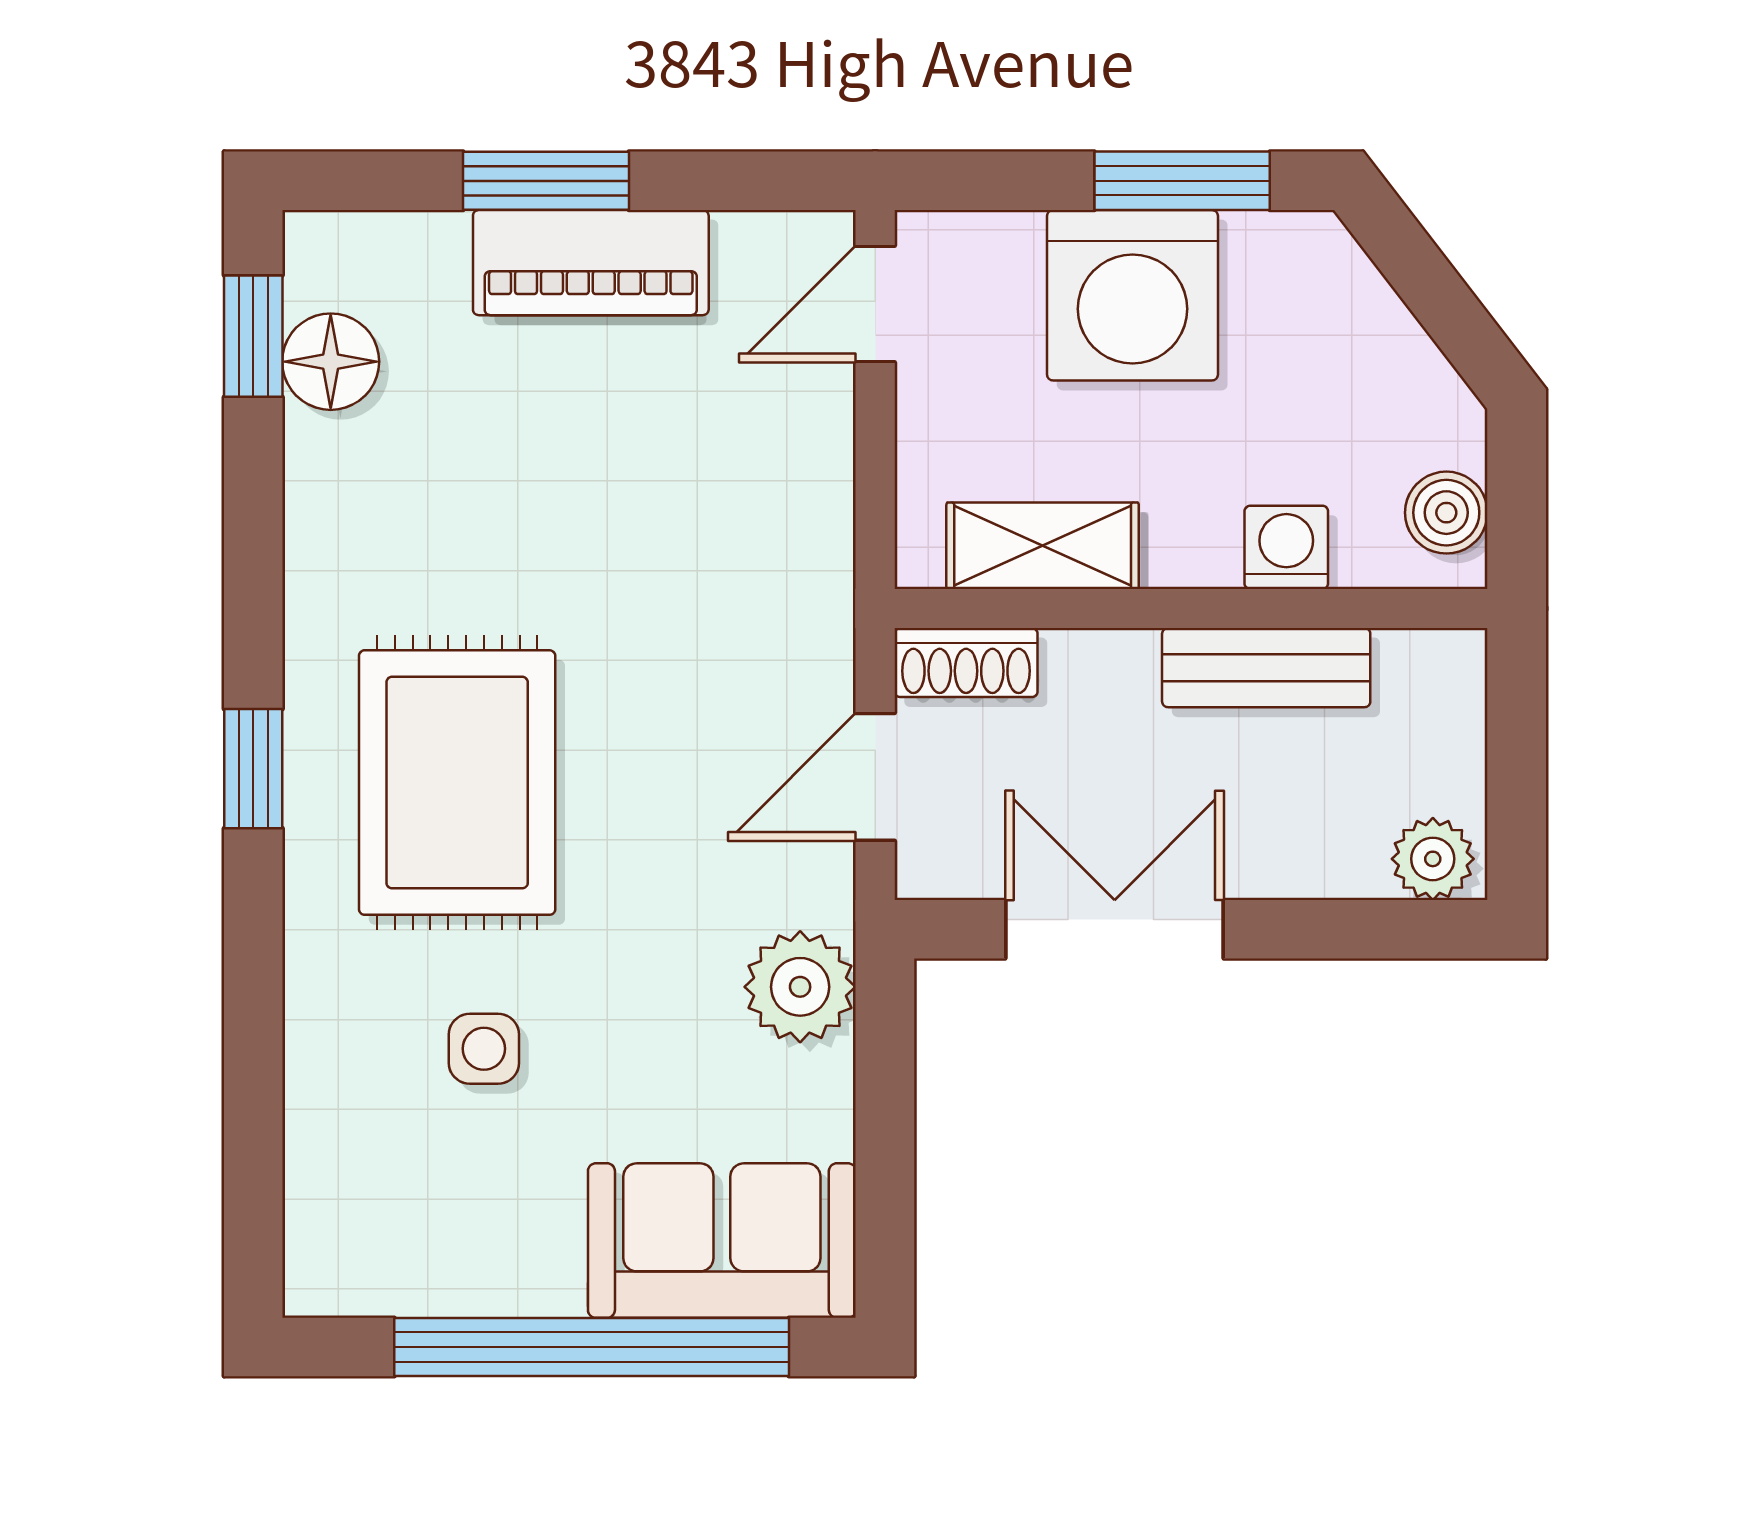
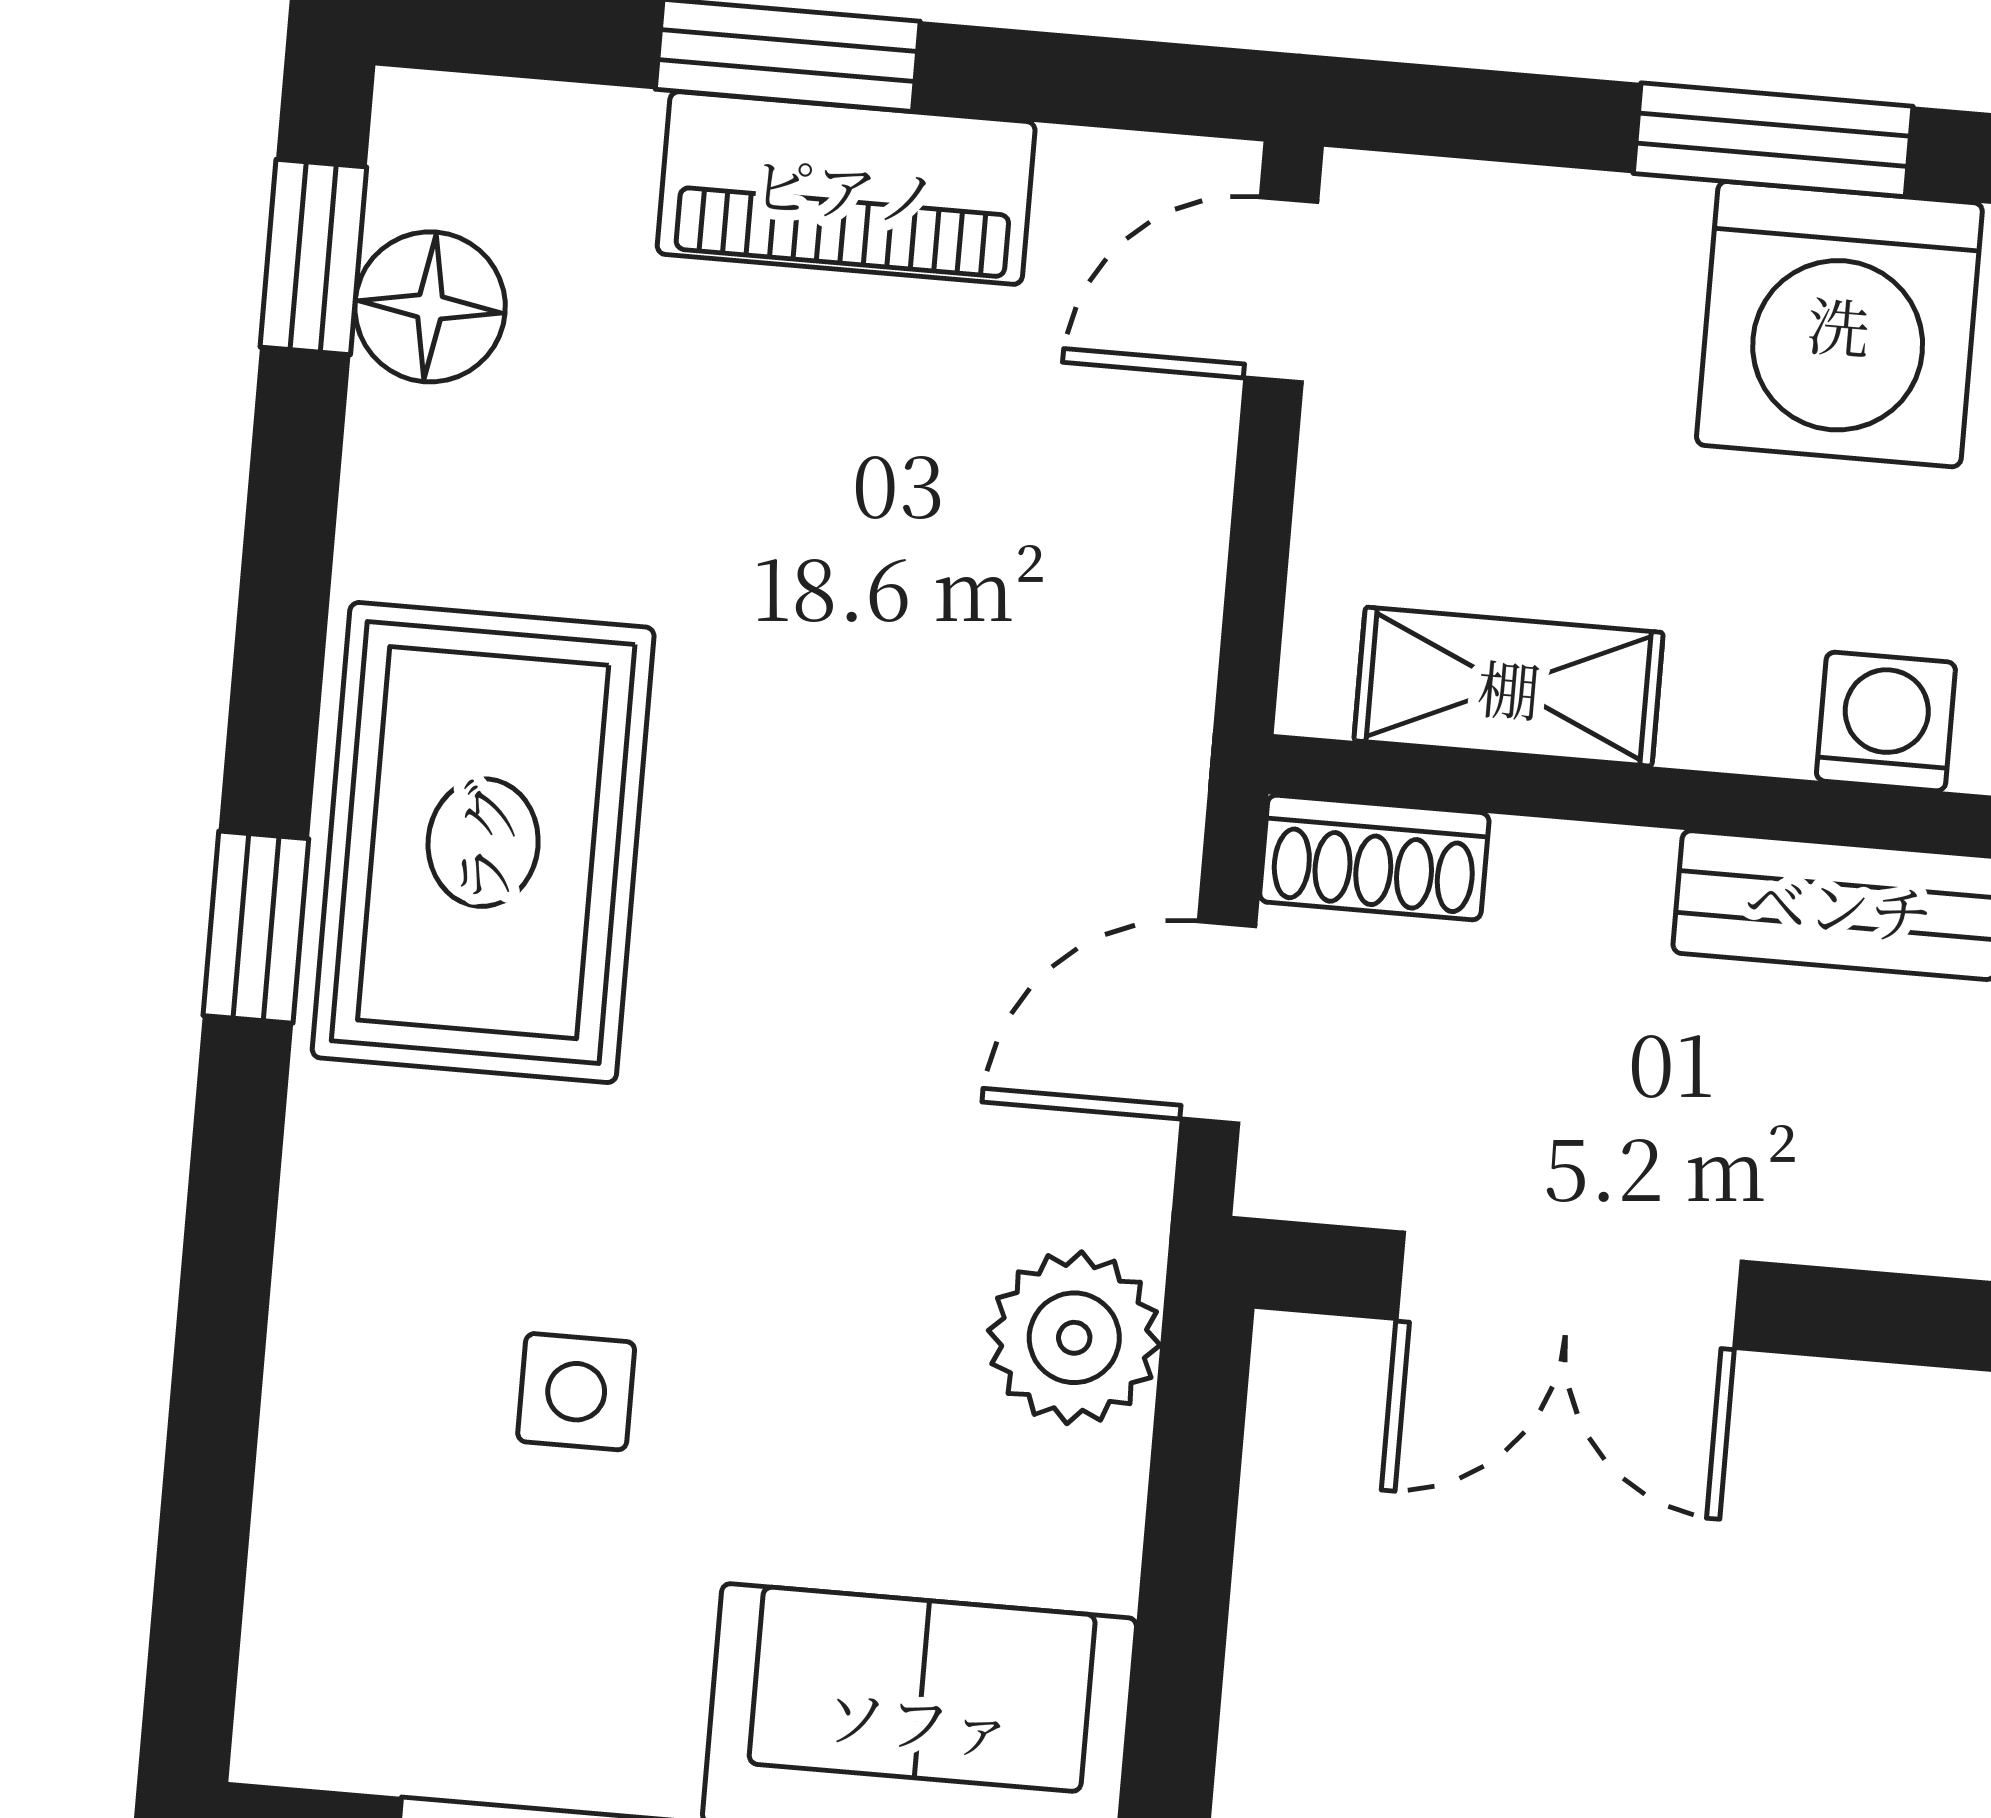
washing machine: (1132, 295) -> (1839, 324), moved
rug: (457, 783) -> (483, 843), moved
double door: (1115, 929) -> (1569, 1290), swing flipped

